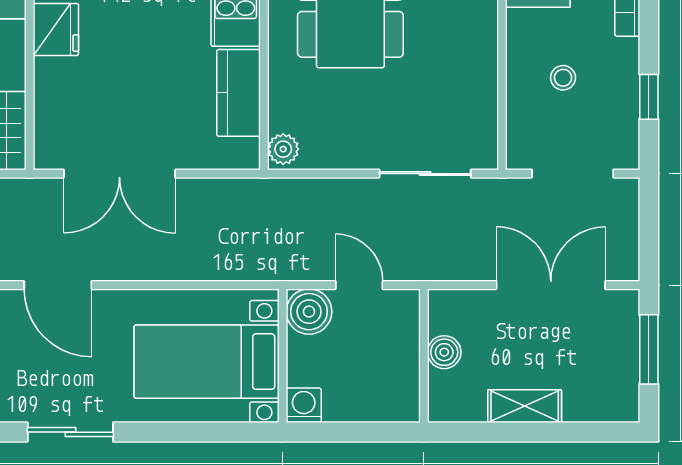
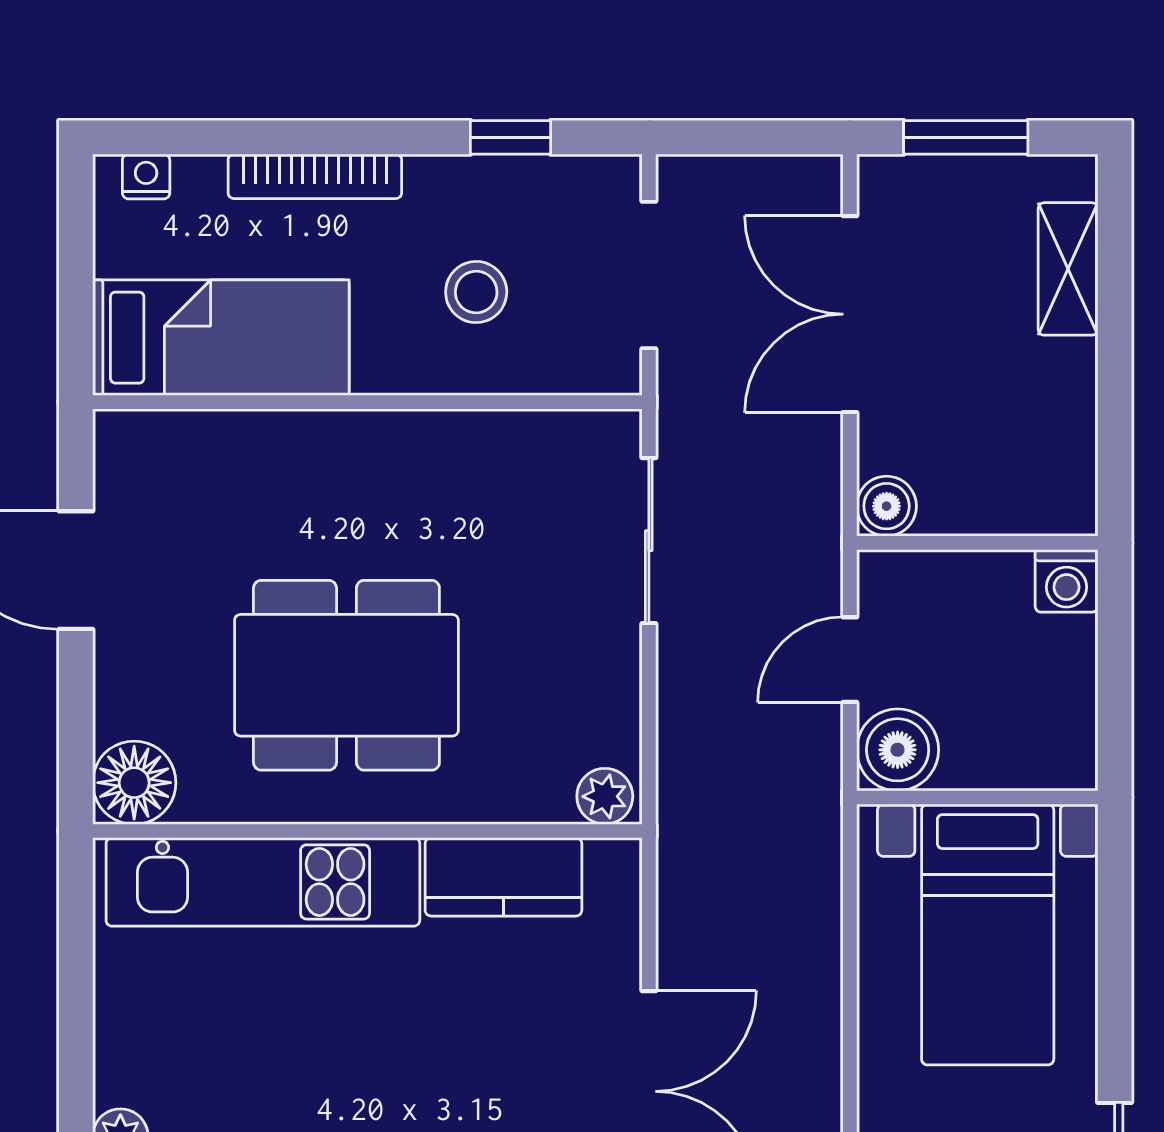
stool: (563, 78) -> (476, 292), width x1.37, depth x1.37
boiler: (444, 352) -> (887, 506), moved
washing machine: (304, 405) -> (1067, 581), moved, turned -90
shelving: (525, 406) -> (1068, 269), moved

